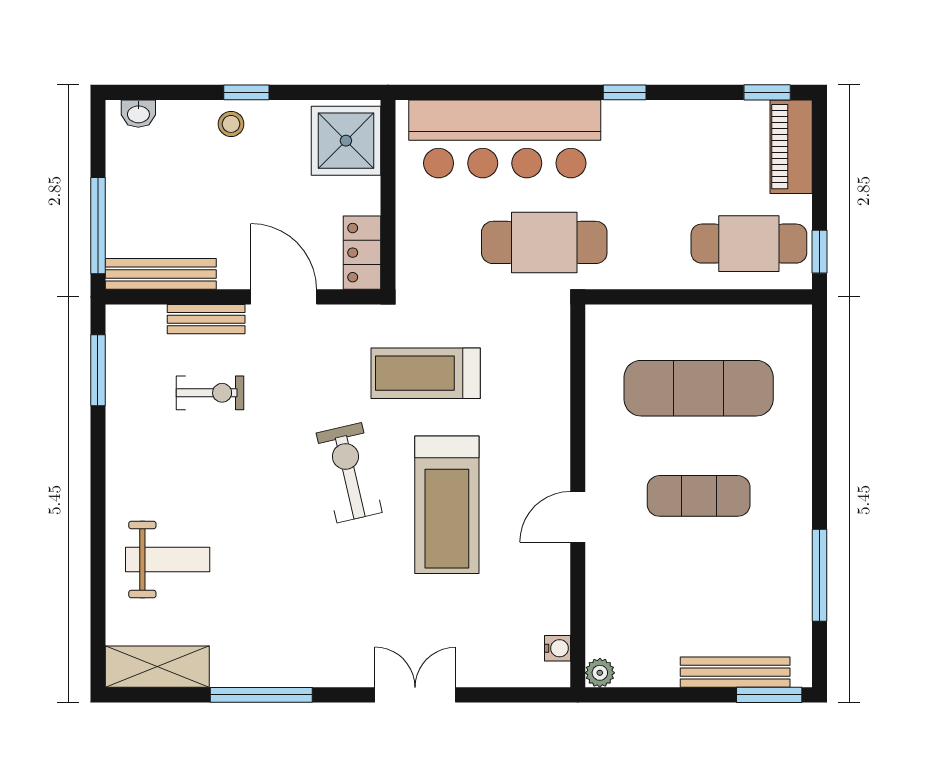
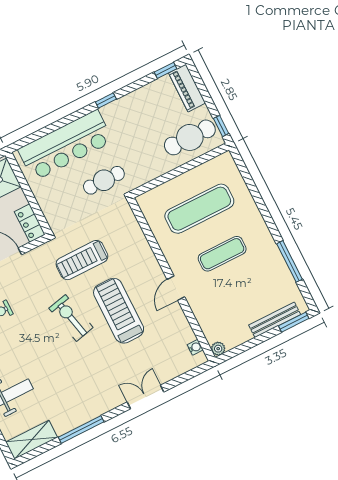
cafe table: (544, 242) -> (104, 180), width x0.73, depth x0.74
treadmill: (447, 505) -> (119, 311), turned 180

